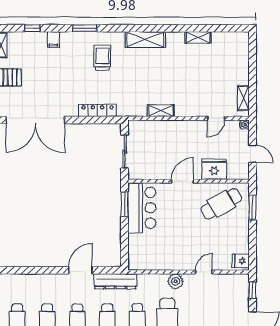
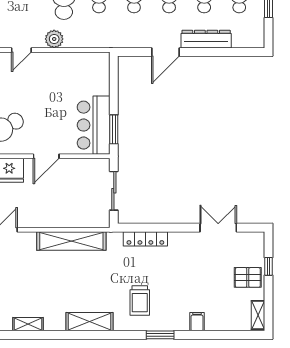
window: (32, 28) -> (222, 335), removed
shelving: (161, 111) -> (71, 241), width x2.20, depth x1.33
double door: (35, 120) -> (218, 228), width x0.54
dresser: (115, 281) -> (206, 39), moved

